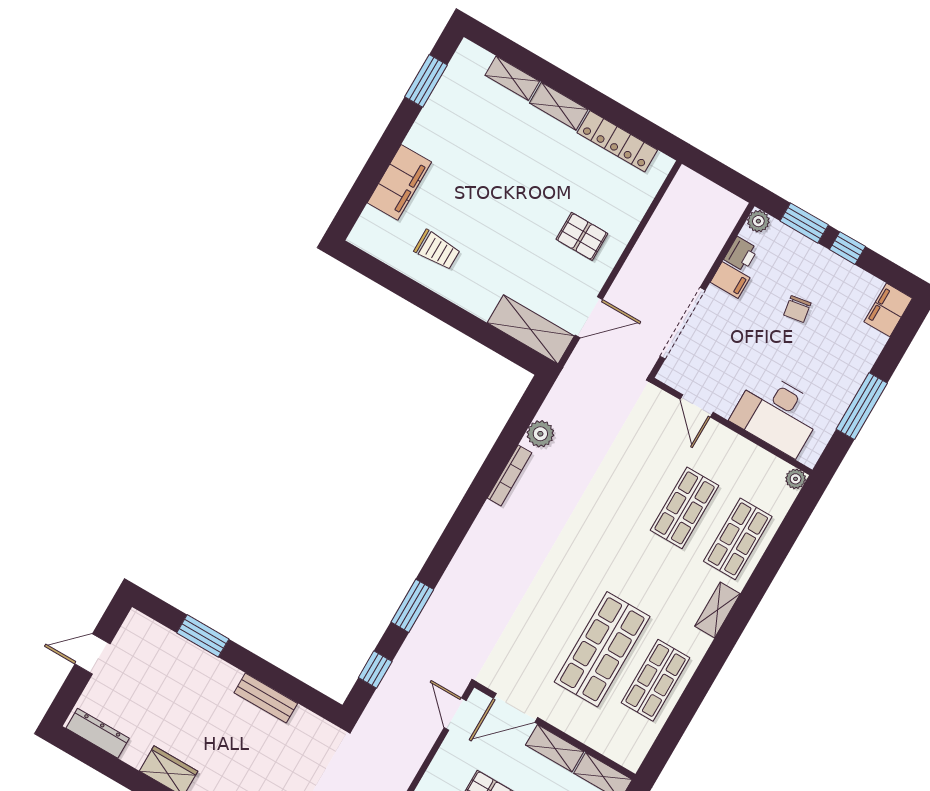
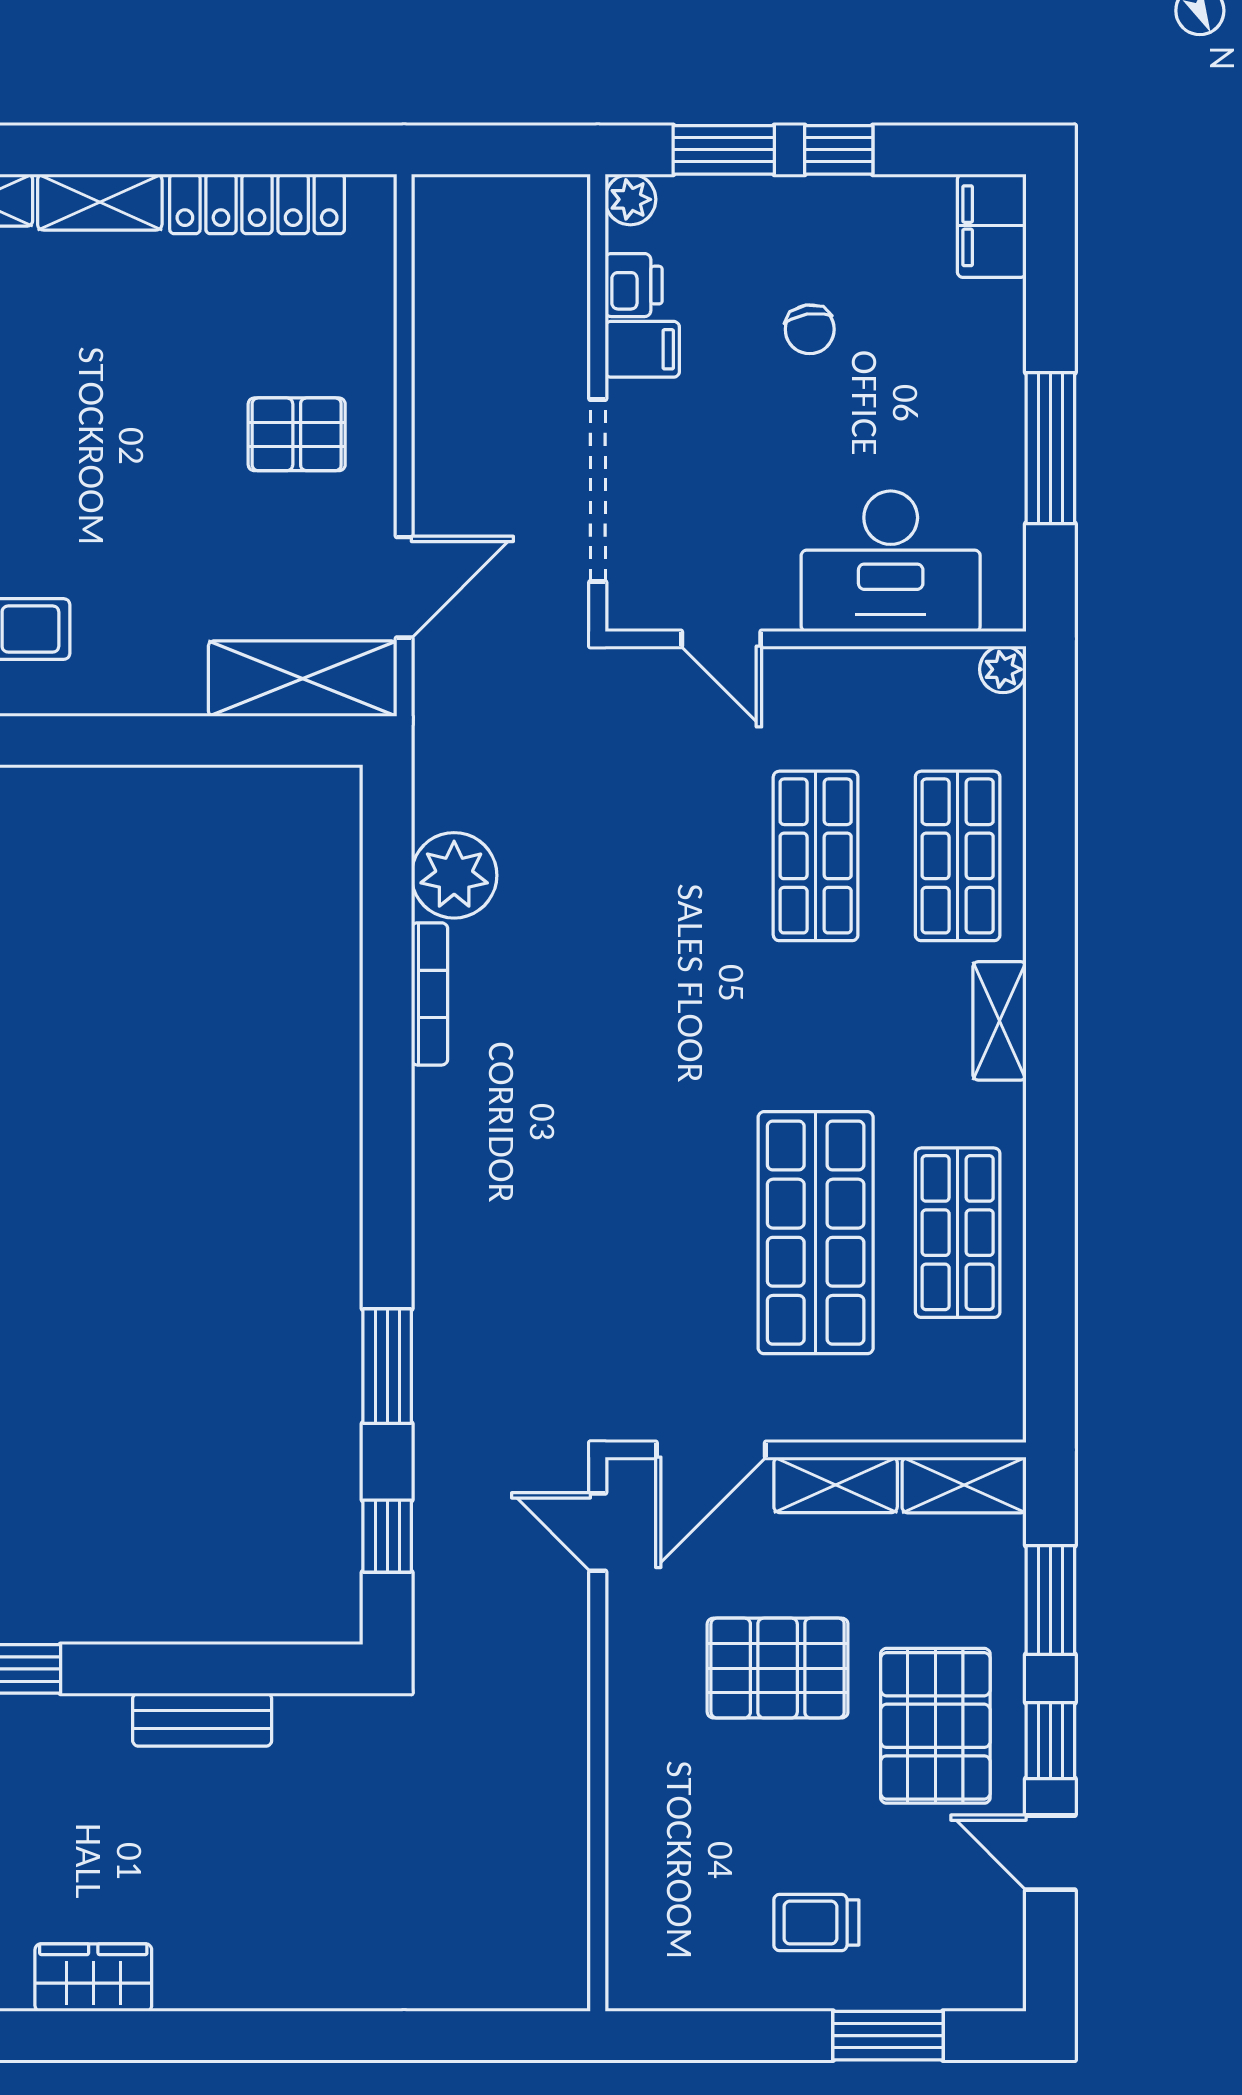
plant: (540, 434) -> (454, 875), width x1.36, depth x1.36

